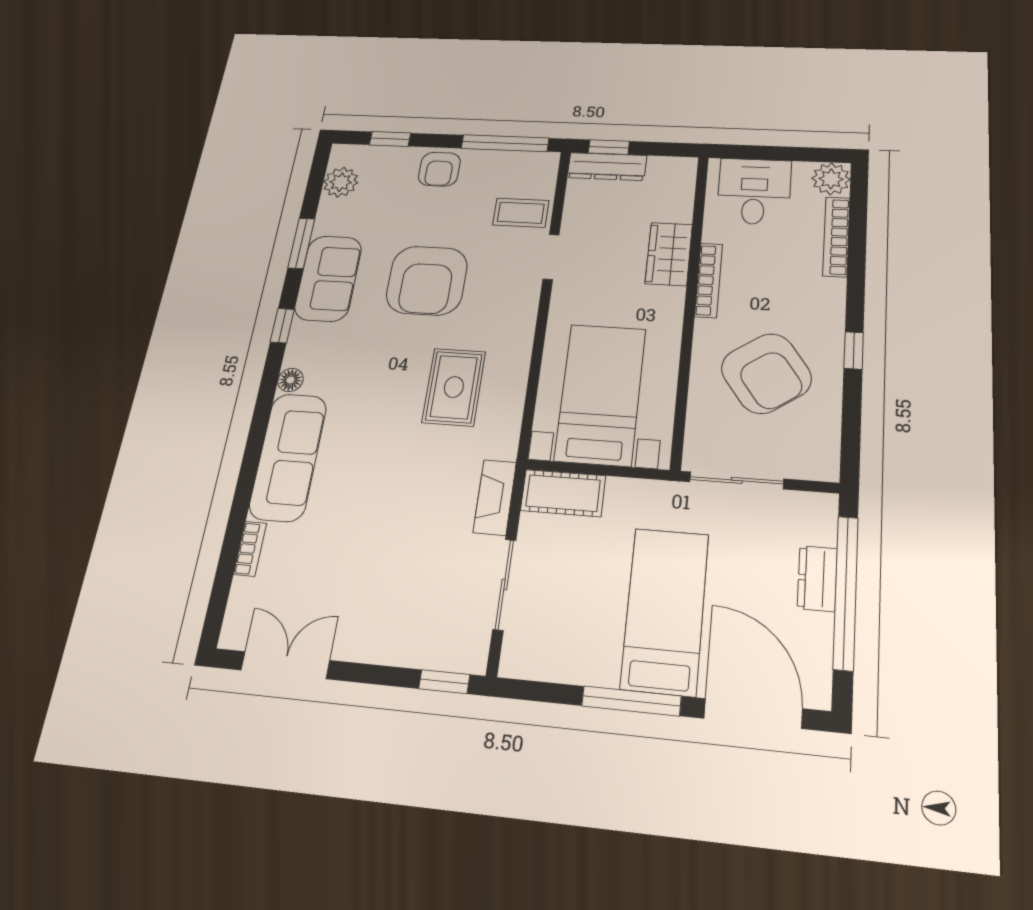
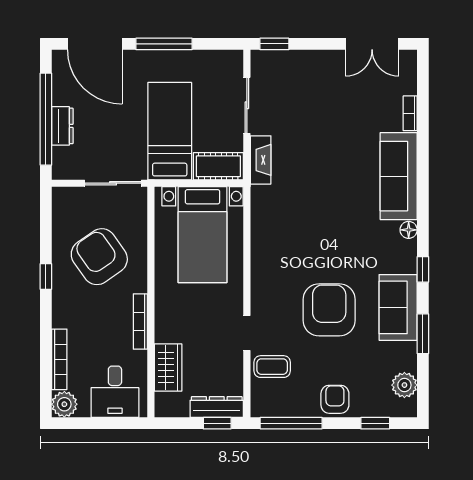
wardrobe: (669, 254) -> (168, 368), moved
rug: (454, 387) -> (298, 233), removed
bed: (665, 611) -> (170, 131), moved, turned 180

